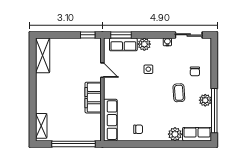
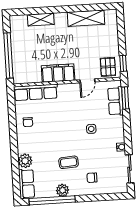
plant: (144, 44) -> (117, 123), removed
pallet: (90, 50) -> (108, 67), added
shelving: (43, 55) -> (86, 18), moved
shelving: (41, 126) -> (41, 20), moved

